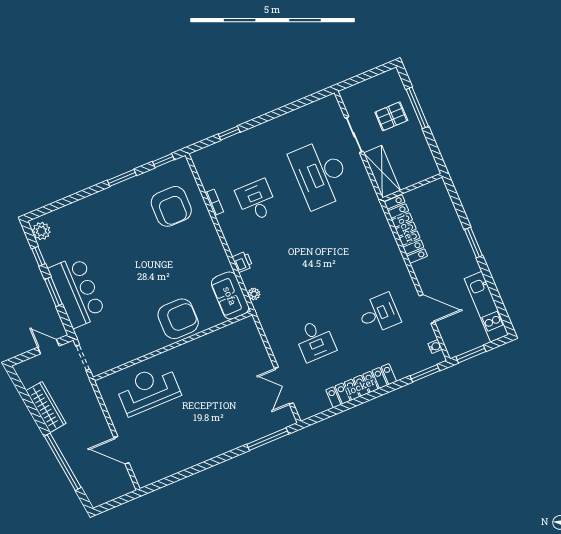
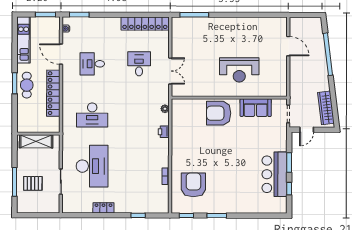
locker: (281, 123) -> (103, 208), added
shelving: (382, 172) -> (36, 141), moved, turned 90
desk: (257, 201) -> (92, 115), moved, width x1.37
locker: (406, 229) -> (53, 93), moved
plant: (41, 231) -> (281, 204), removed
cafe table: (456, 247) -> (27, 85), added
bar counter: (77, 292) -> (275, 174), moved
sofa: (230, 296) -> (256, 108), moved, turned 90
door: (49, 347) -> (307, 130), hinge flipped
double door: (284, 386) -> (170, 71), moved
locker: (361, 386) -> (145, 24), moved
reception desk: (148, 390) -> (239, 70), moved
wardrobe: (46, 407) -> (326, 108), moved

